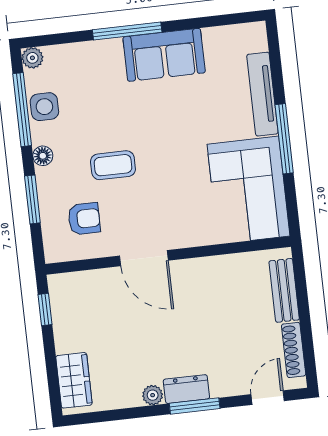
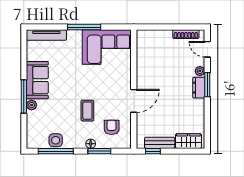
plant: (32, 58) -> (32, 105), moved
tv unit: (262, 94) -> (46, 35), moved
floor lamp: (43, 156) -> (91, 144), moved
bench: (284, 290) -> (160, 143), moved
plant: (153, 395) -> (200, 71), moved

